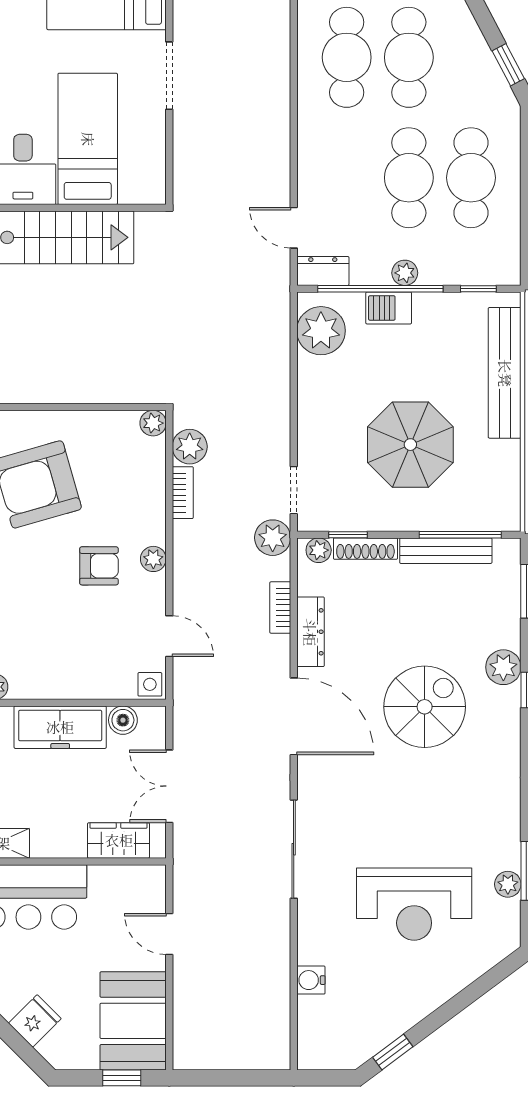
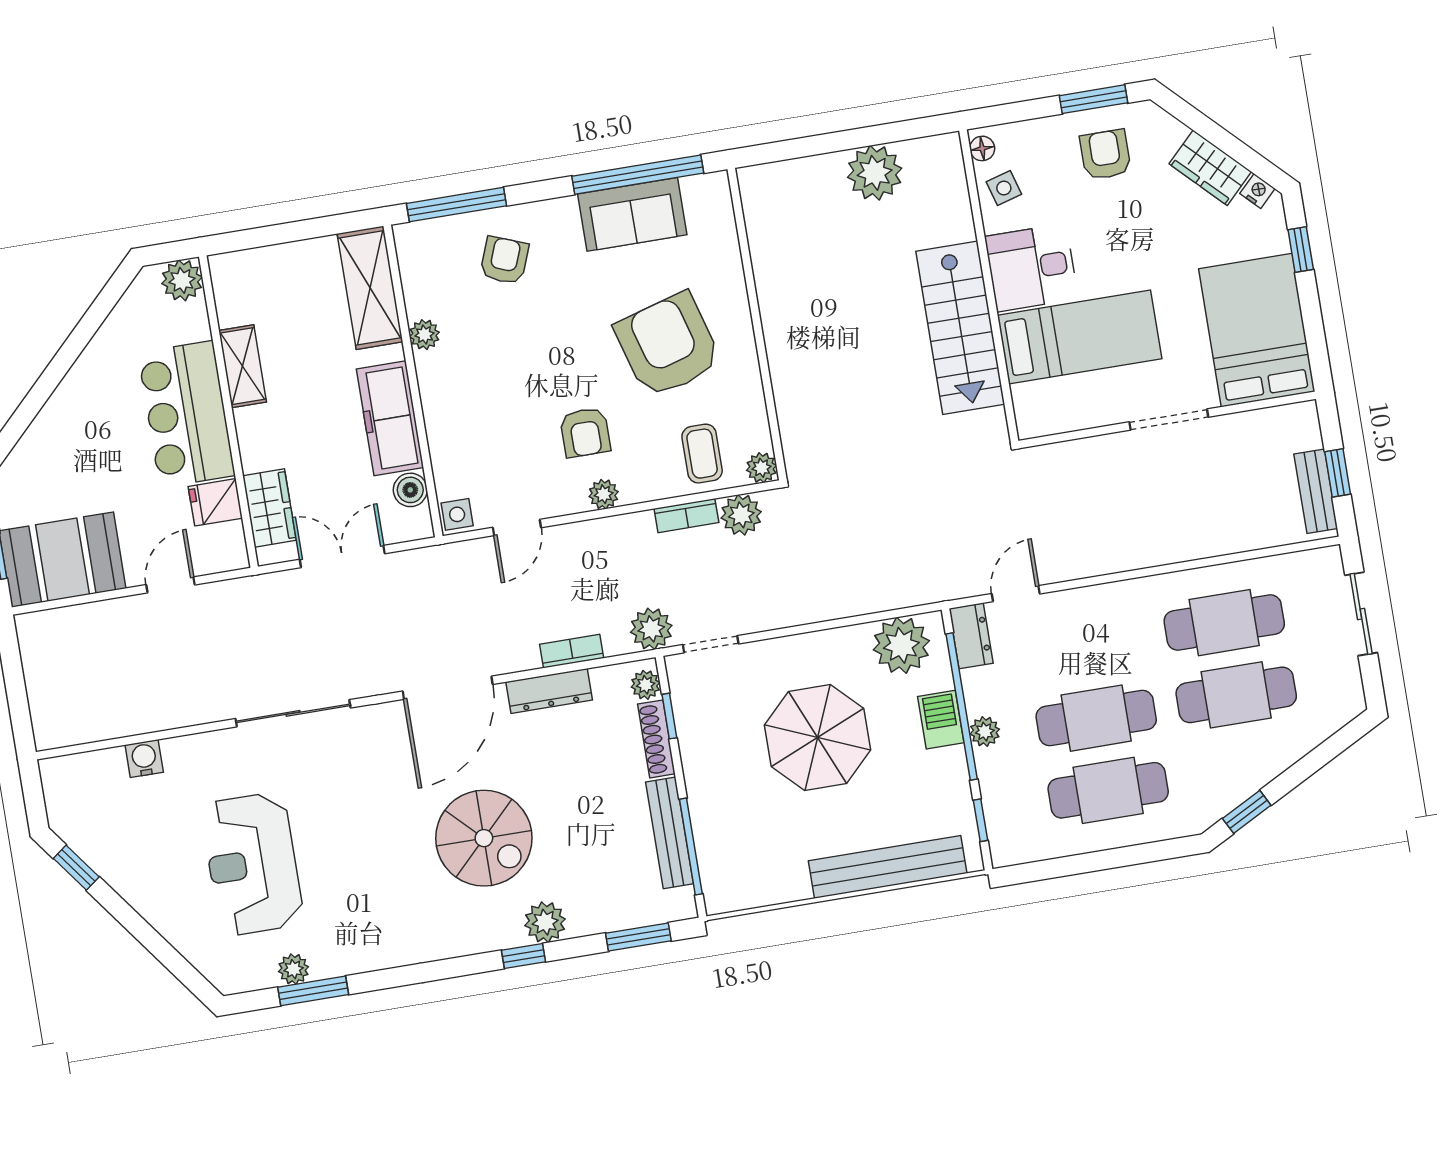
parasol: (410, 445) -> (818, 738), moved
coffee table: (133, 471) -> (702, 454), added
fridge: (35, 1021) -> (215, 502), moved, turned 135

